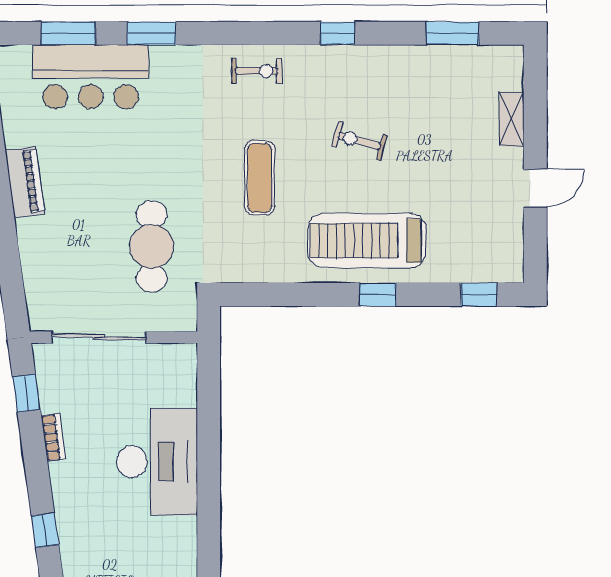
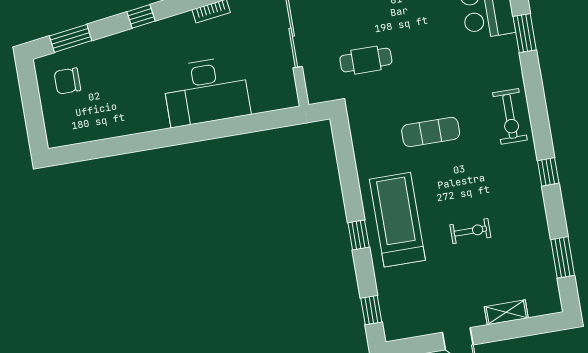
exercise bike: (257, 71) -> (510, 116), width x1.38, depth x1.39
exercise bike: (359, 141) -> (470, 231), moved, turned 74
cafe table: (152, 246) -> (366, 60), width x0.73, depth x0.74

